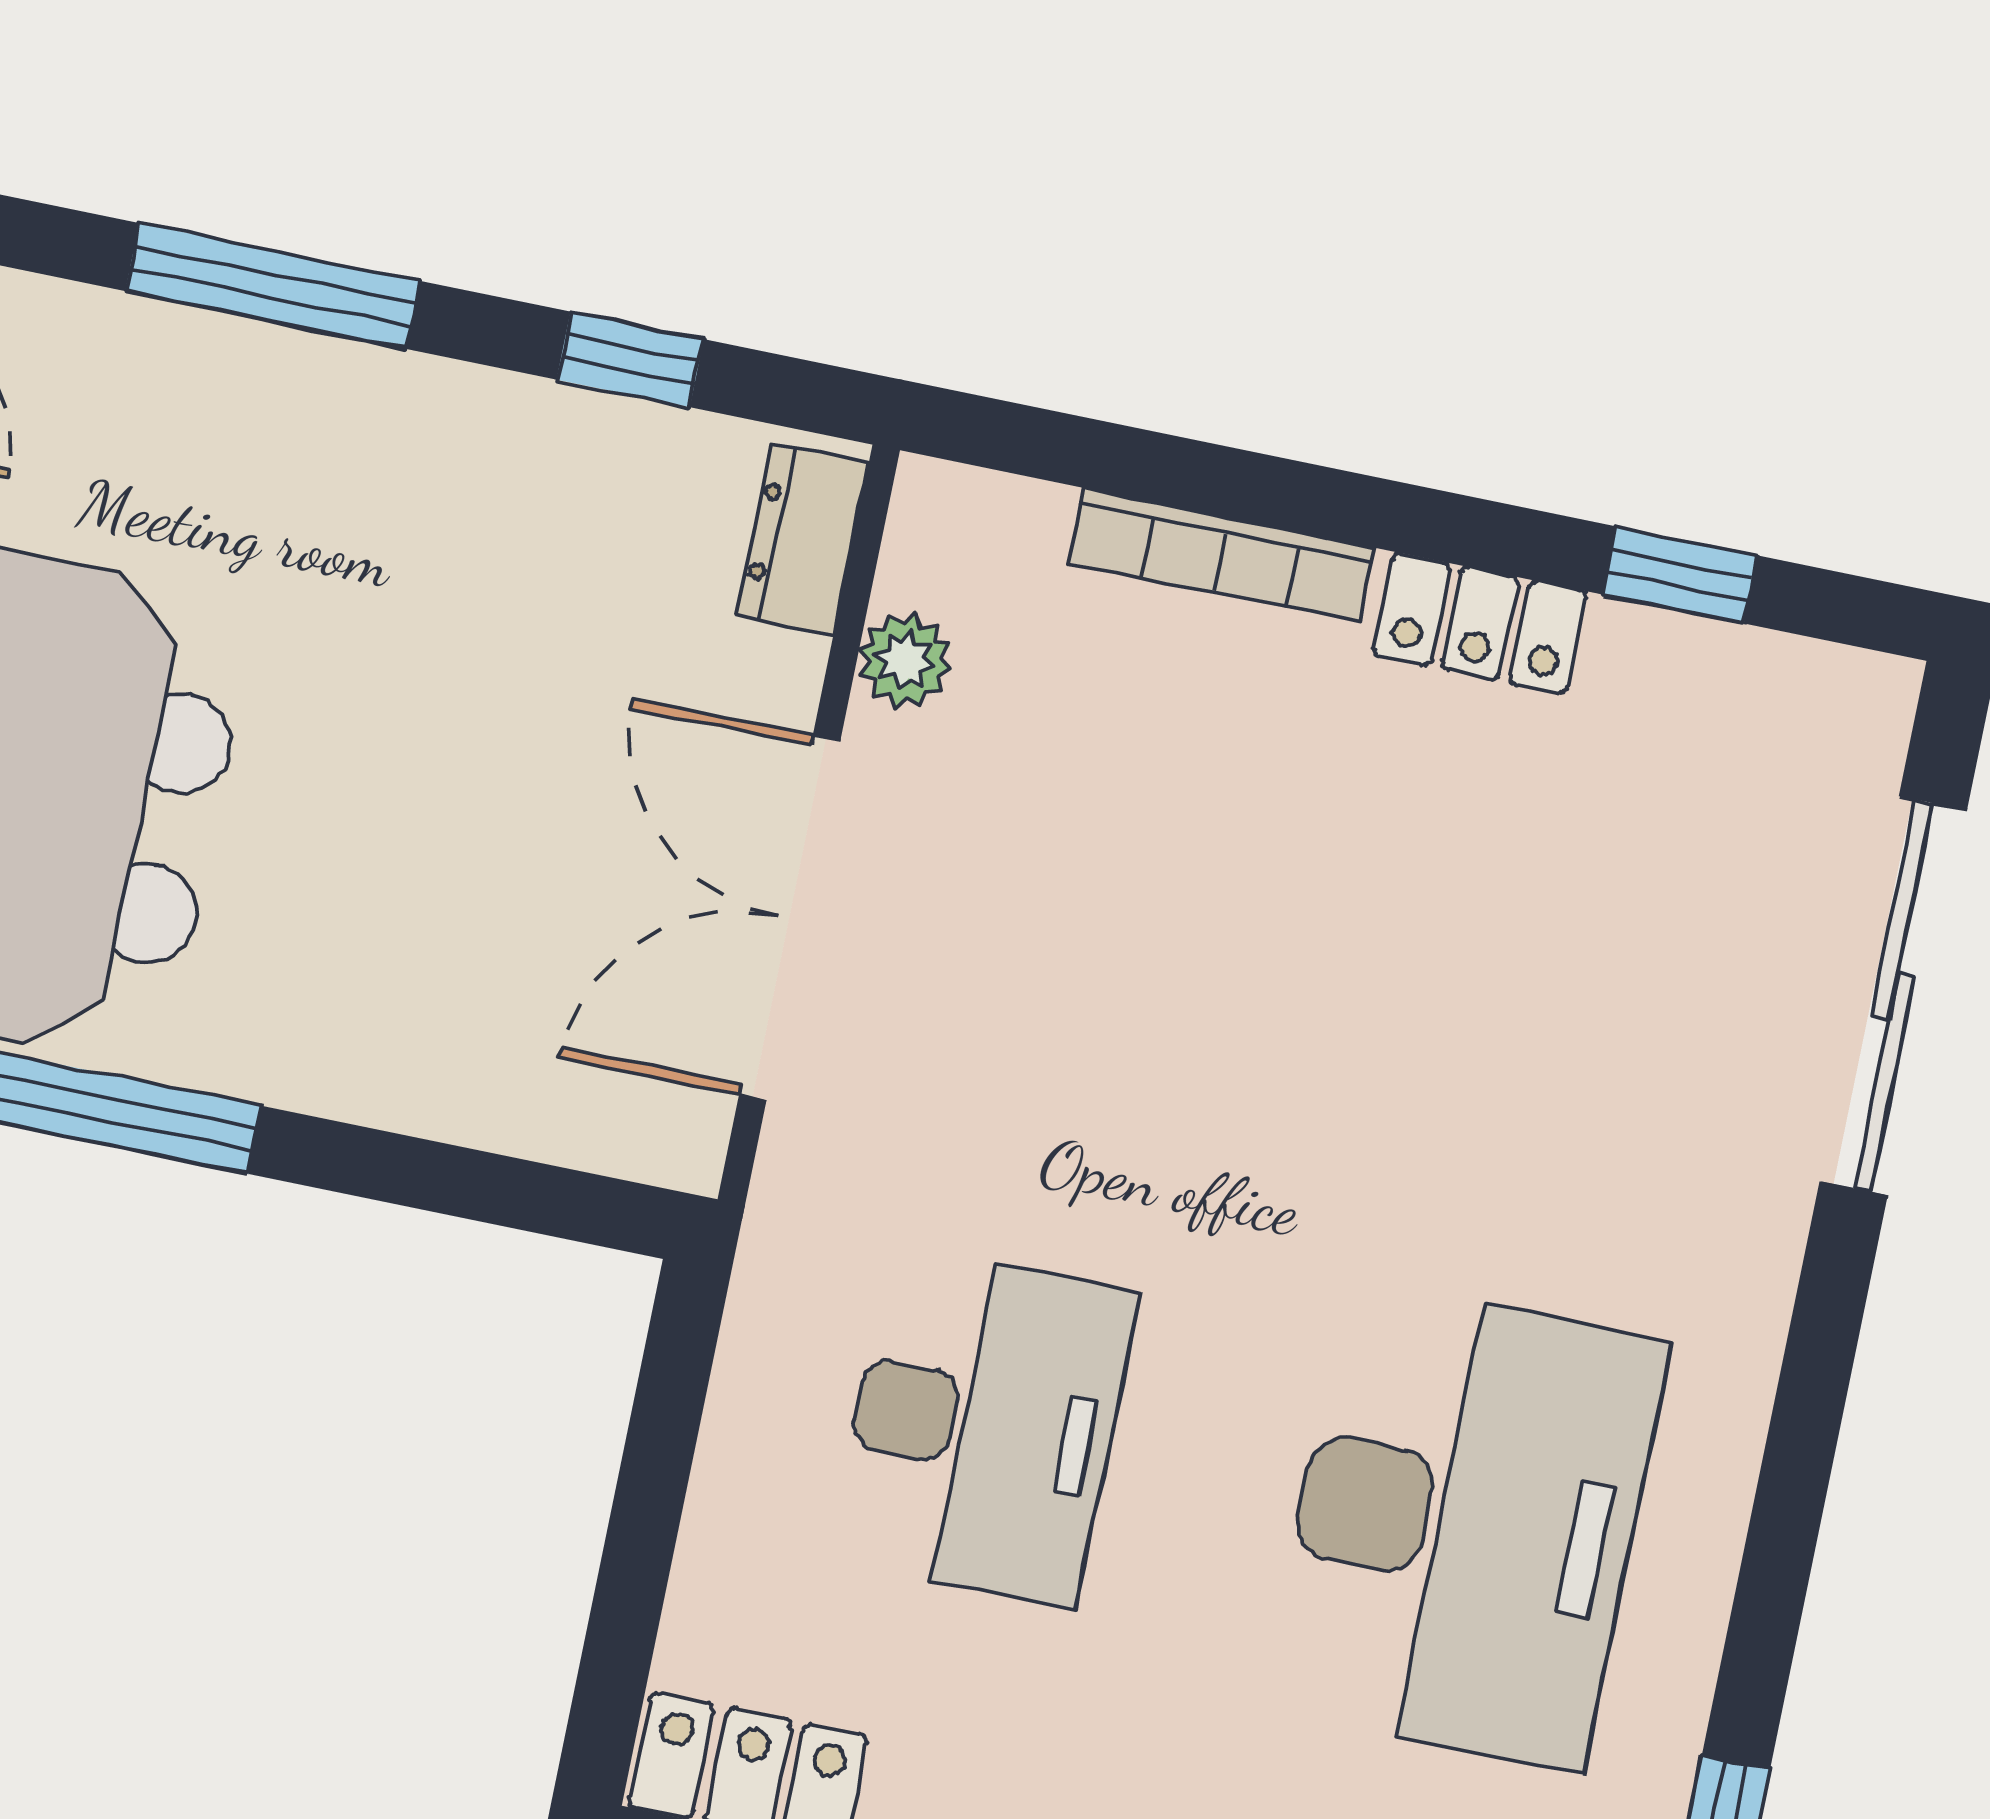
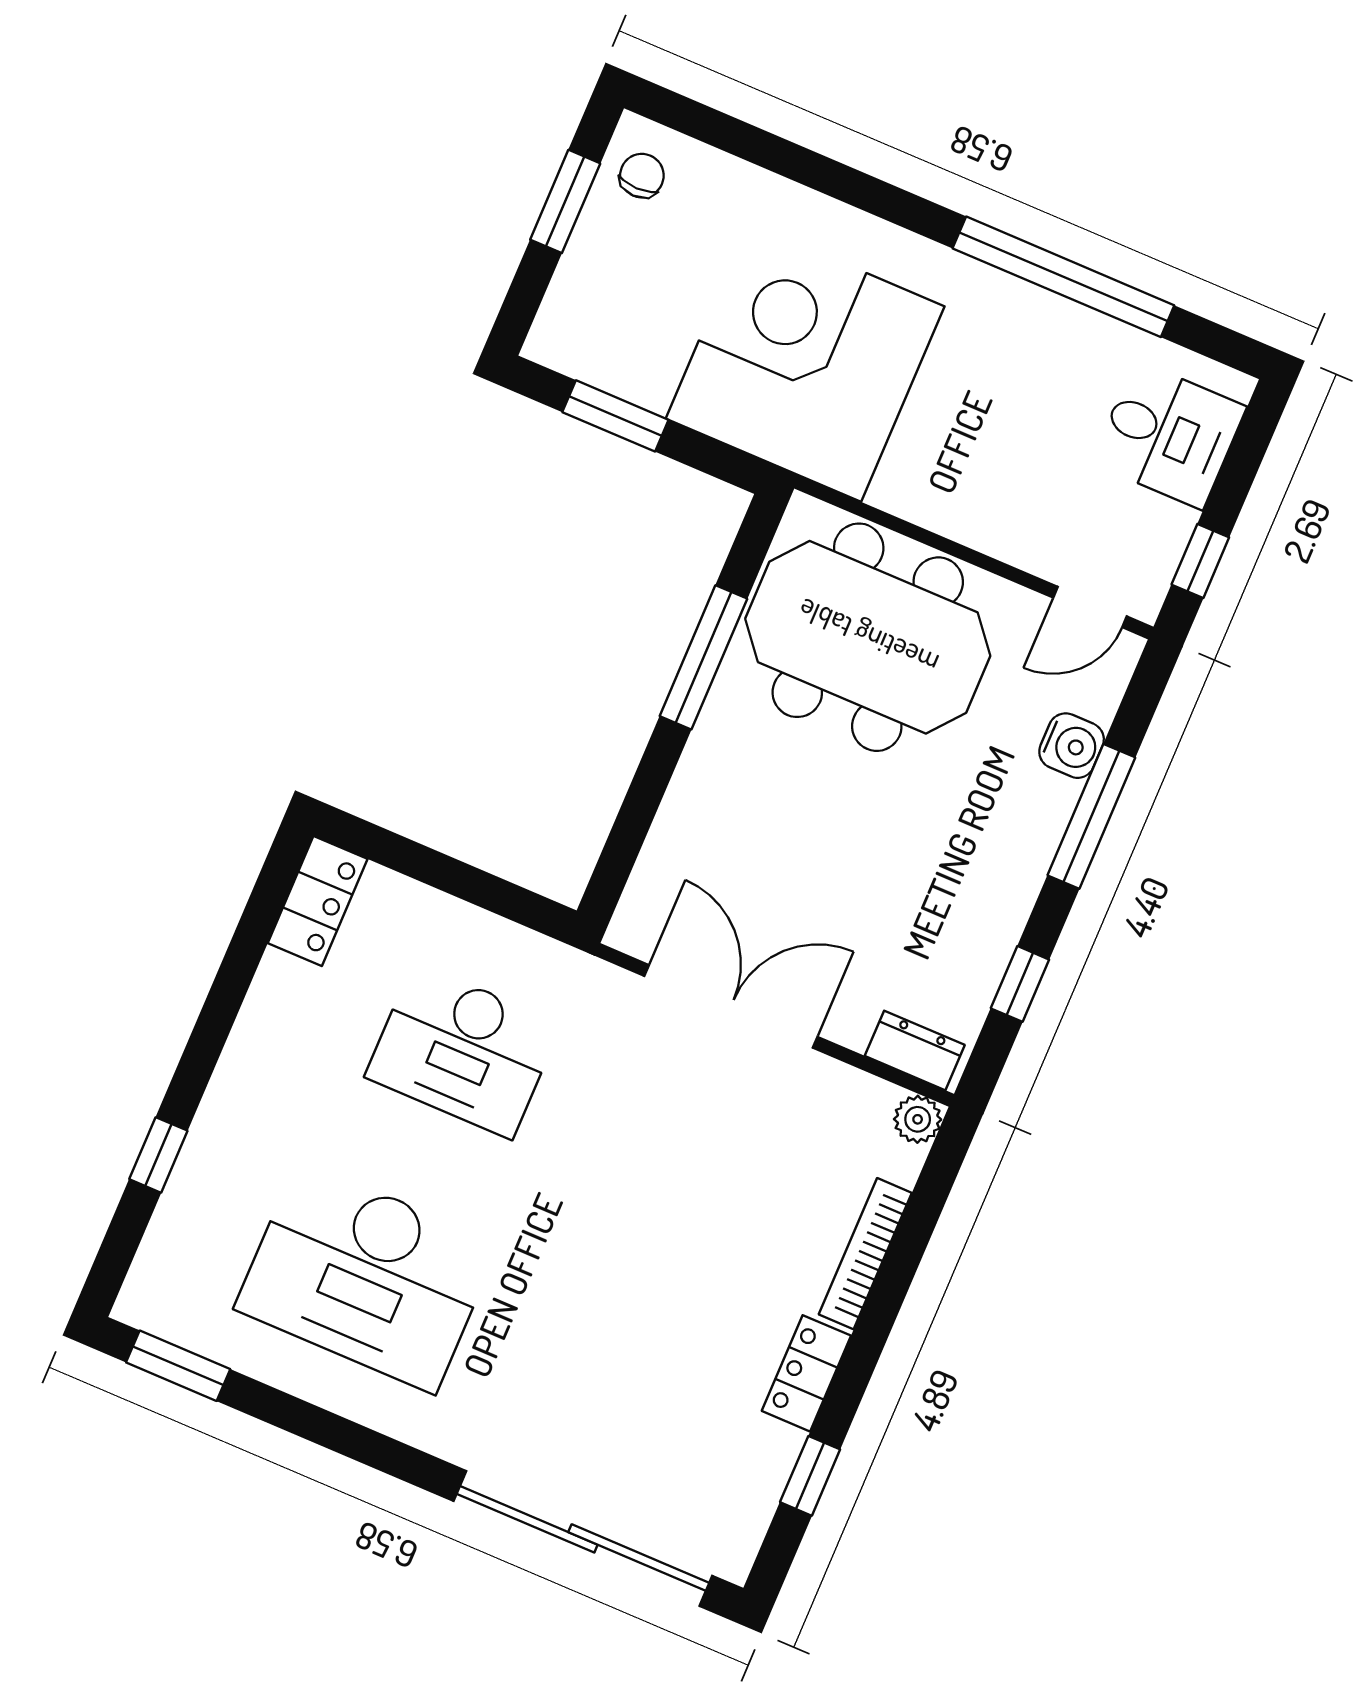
water cooler: (142, 353) -> (1072, 746), added
plant: (905, 660) -> (918, 1119), moved
sliding door: (1893, 996) -> (583, 1538), width x1.36

